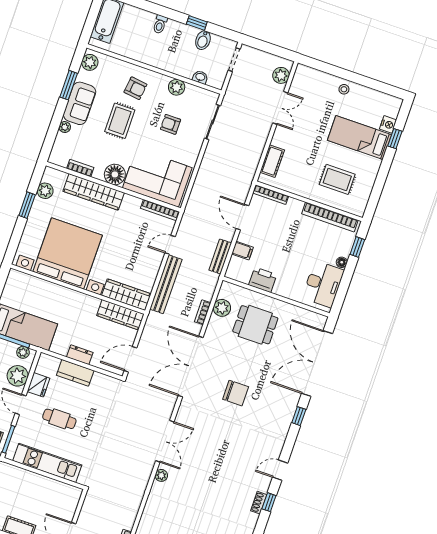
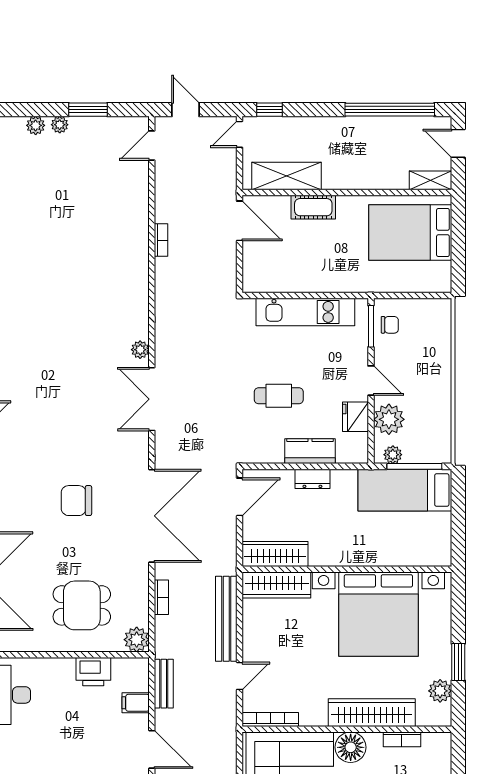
plant: (222, 308) -> (137, 640), moved
cafe table: (59, 419) -> (279, 396), moved

